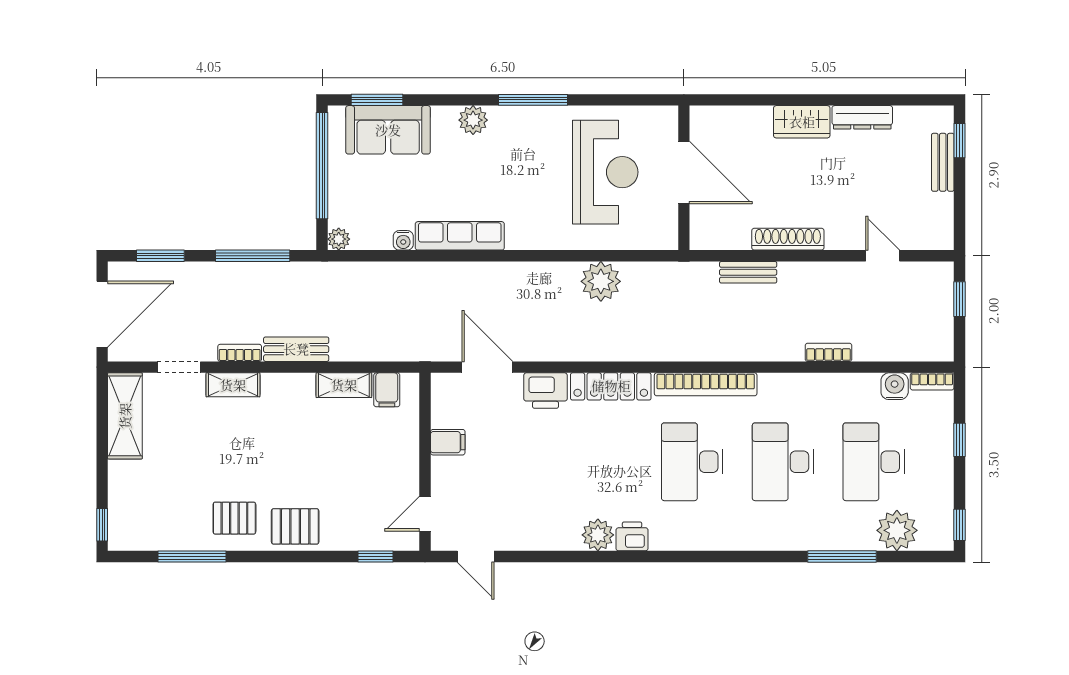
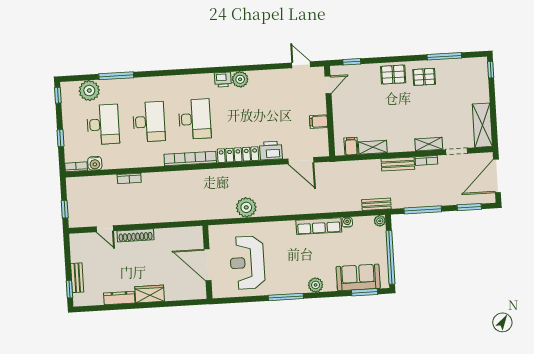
shoe rack: (788, 239) -> (135, 235), moved
bench: (748, 272) -> (376, 204), moved

